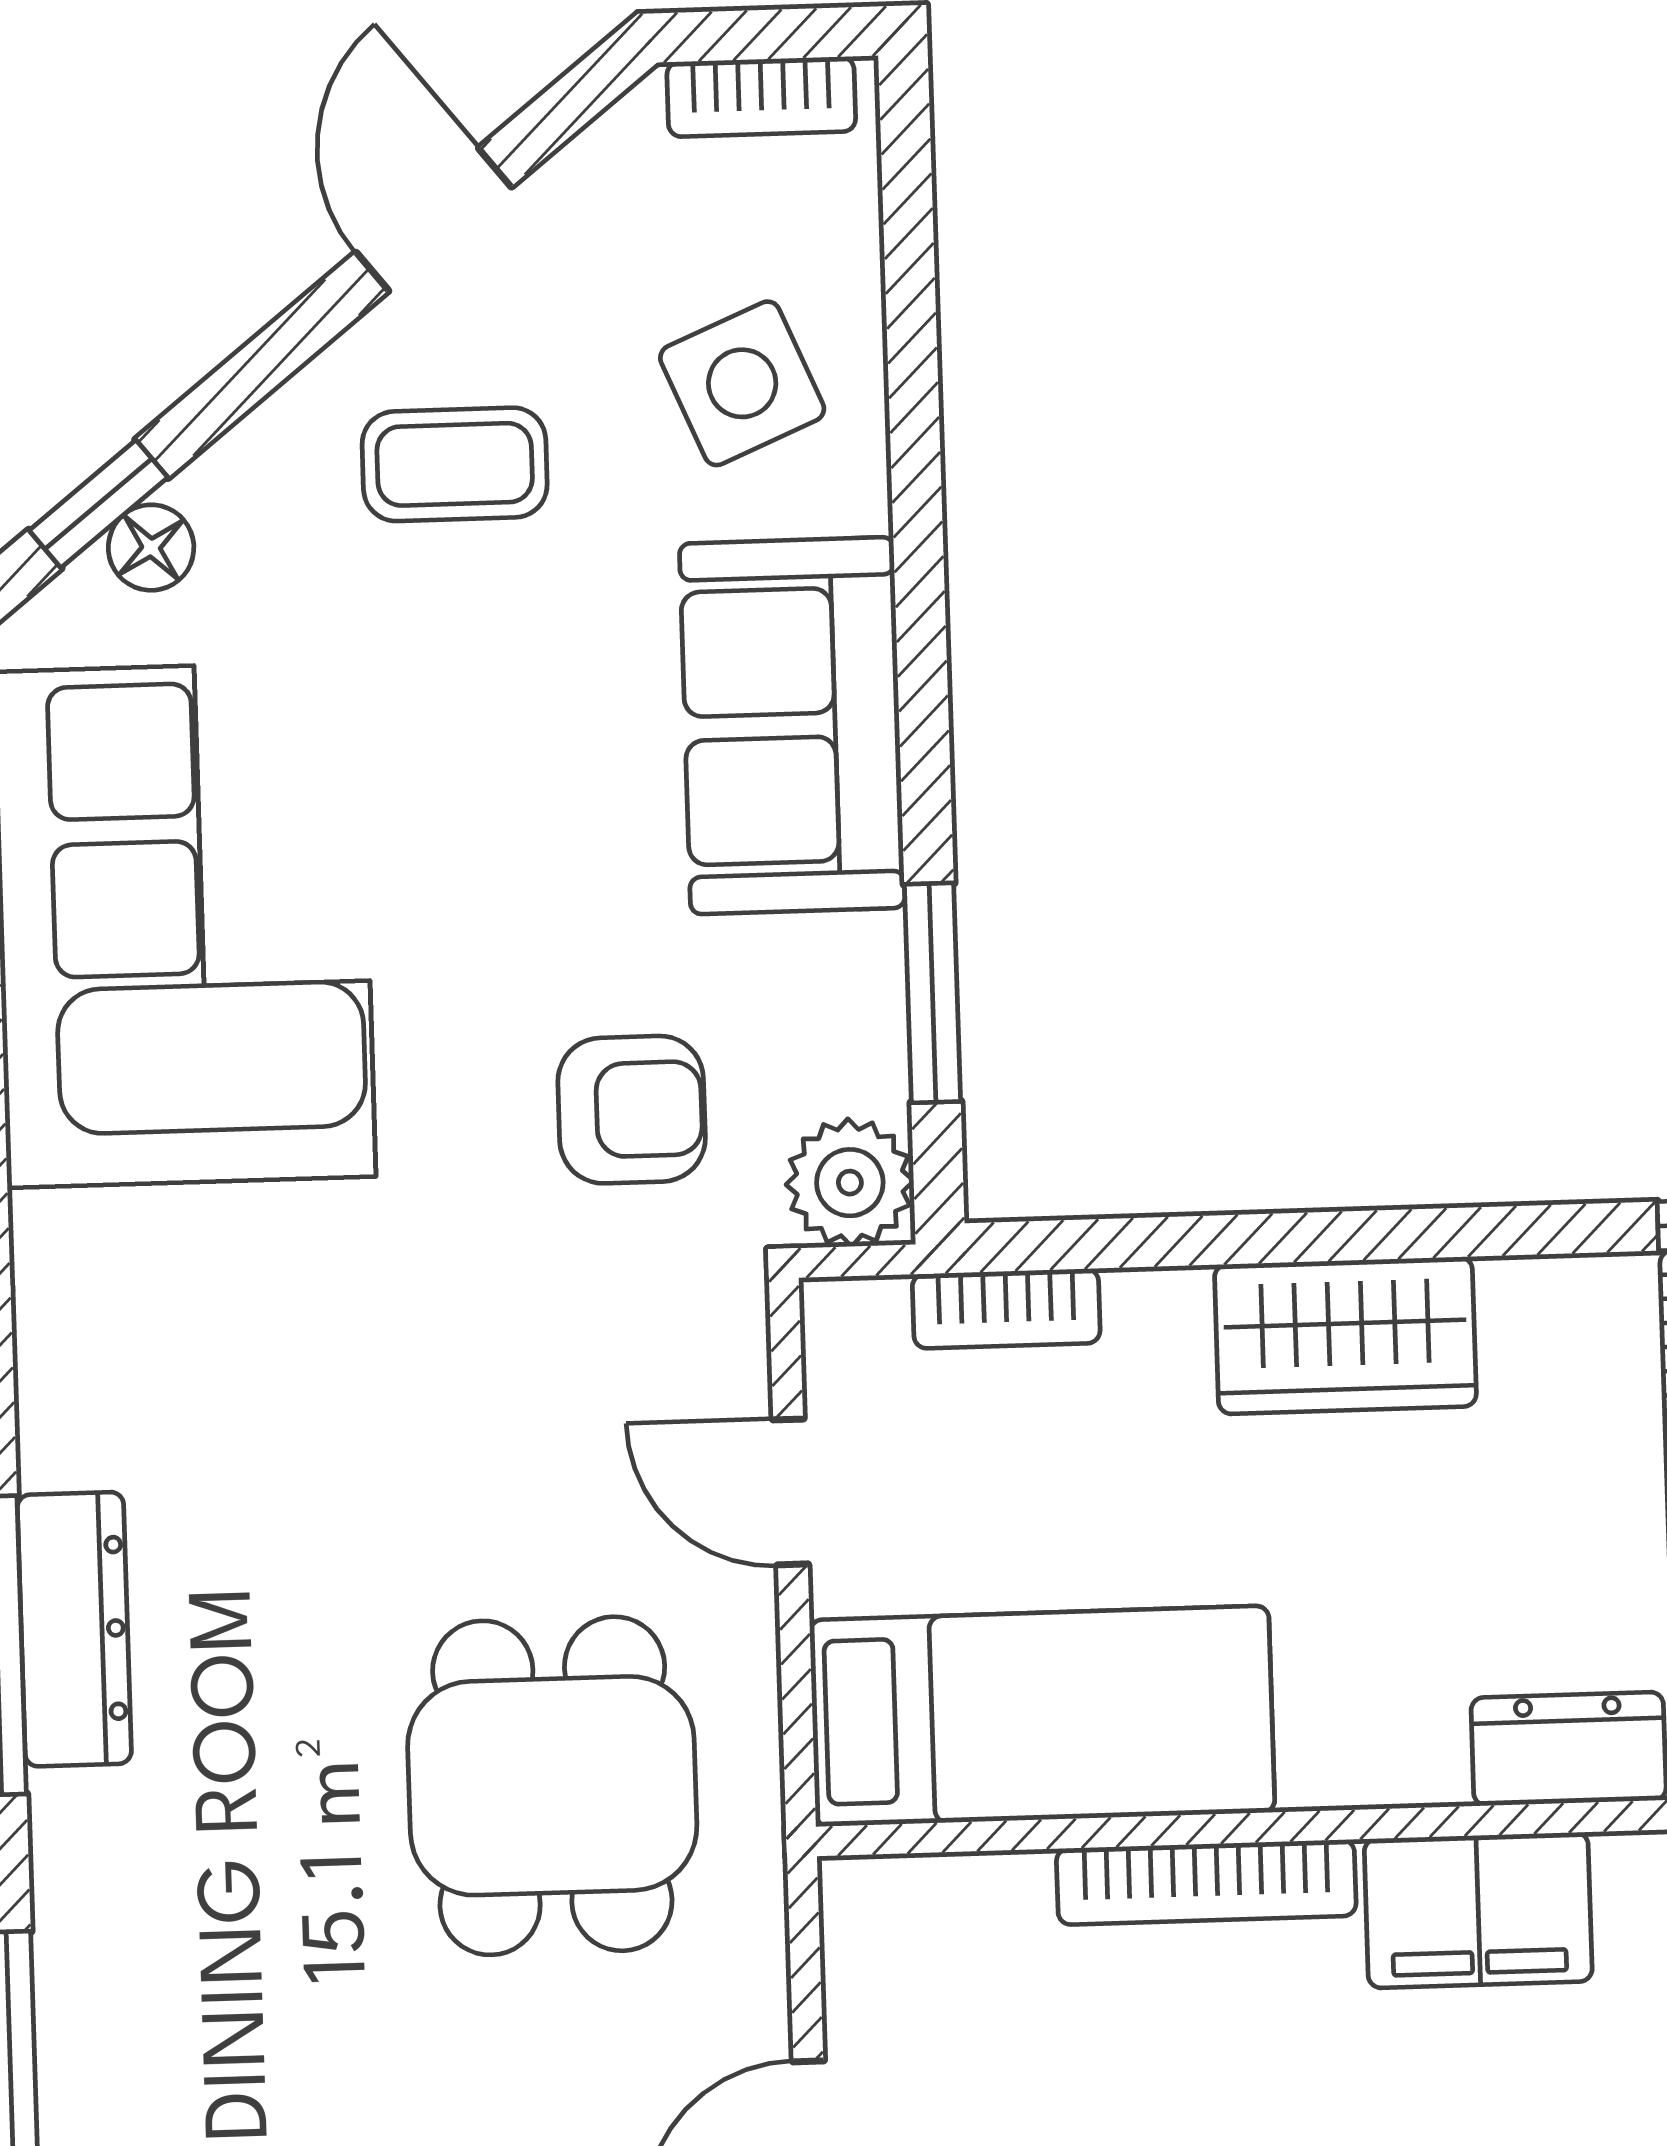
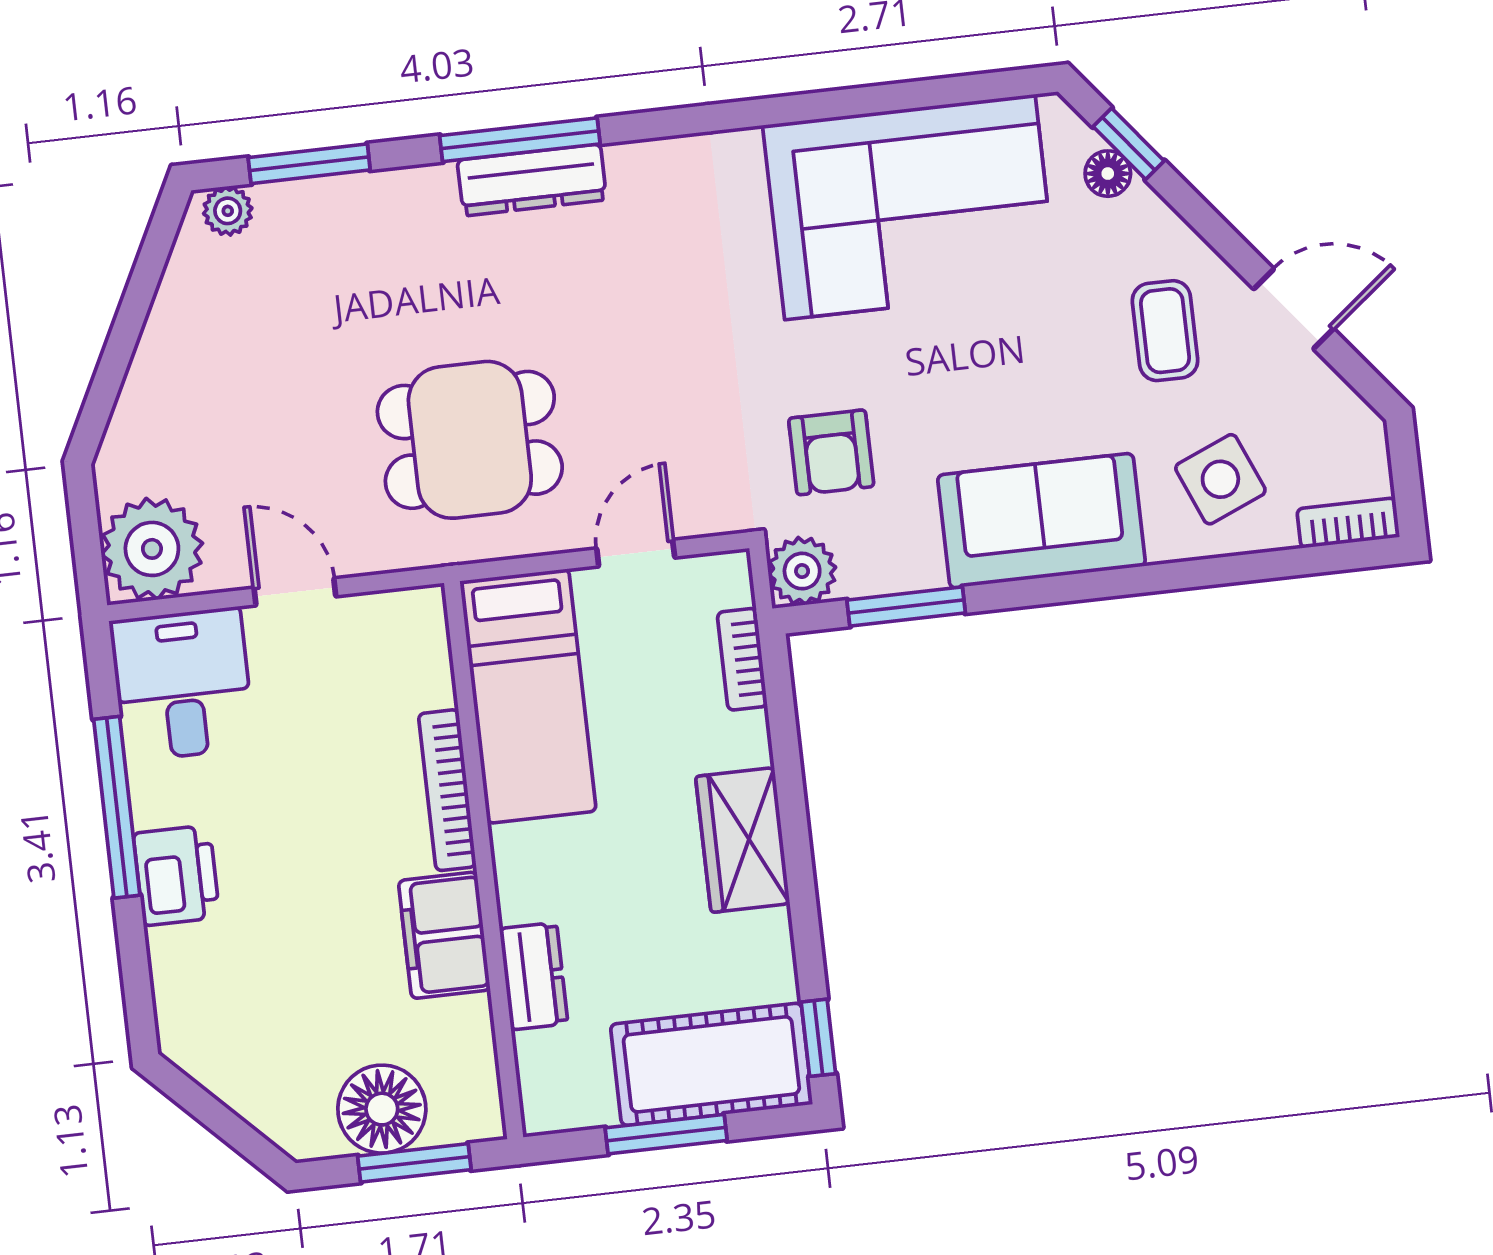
bookcase: (761, 97) -> (1348, 523), moved, turned 90

